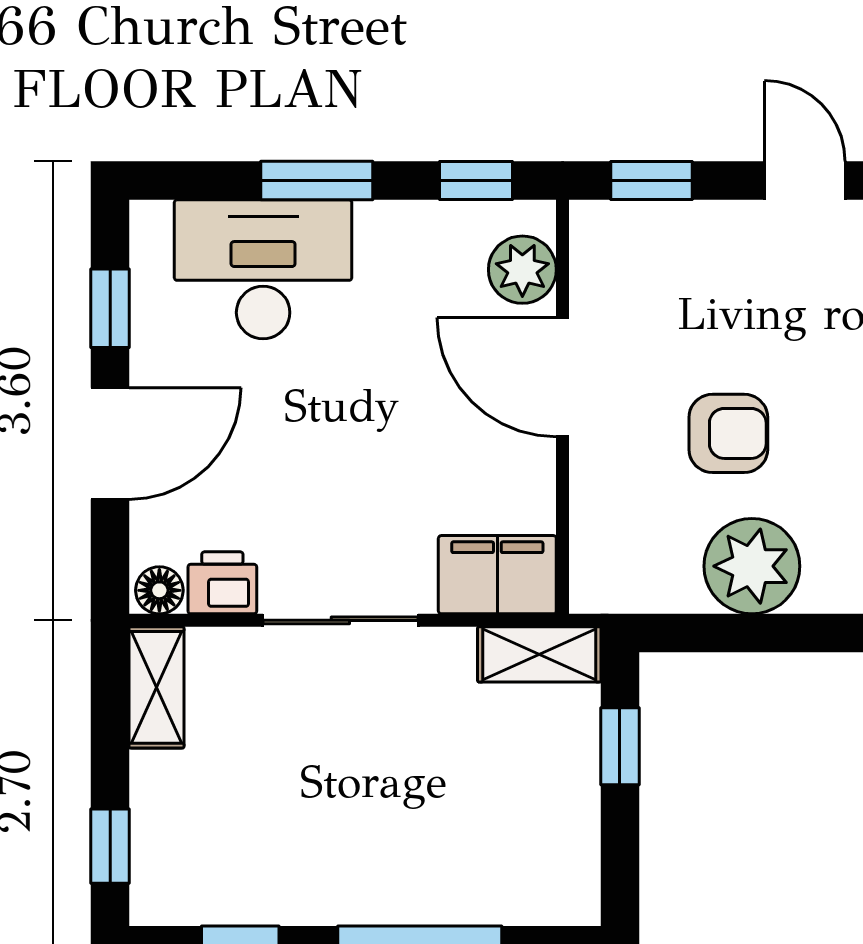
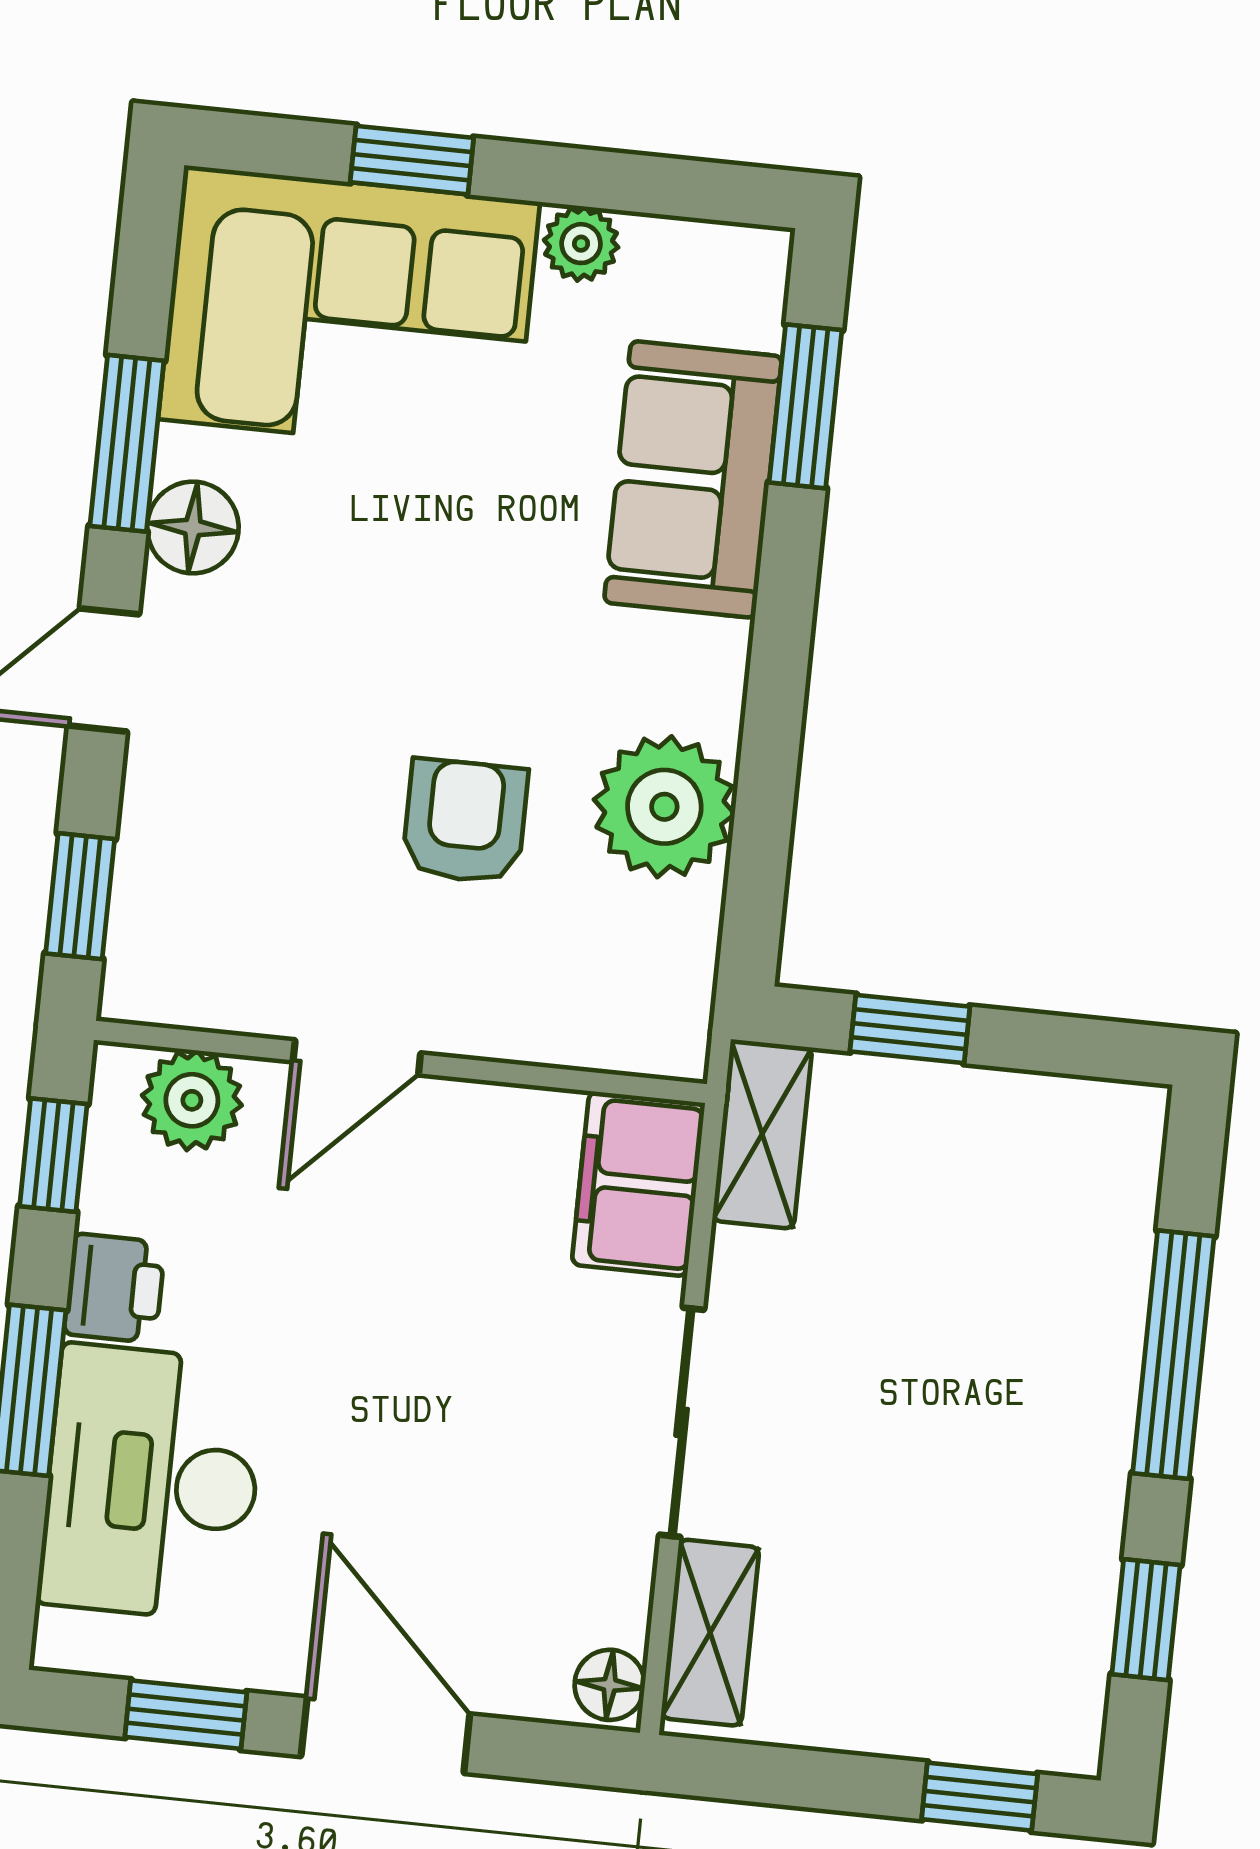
door: (563, 377) -> (357, 1057), width x0.73
printer: (222, 583) -> (115, 1288), moved, turned 180
shelving: (156, 687) -> (710, 1633), moved, turned 90

